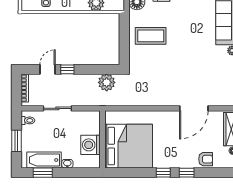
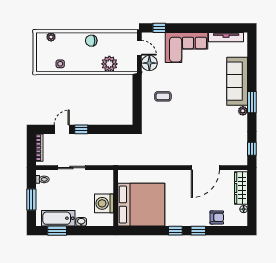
coffee table: (151, 36) -> (163, 96), width x0.54, depth x0.58
plant: (107, 82) -> (120, 142), removed

